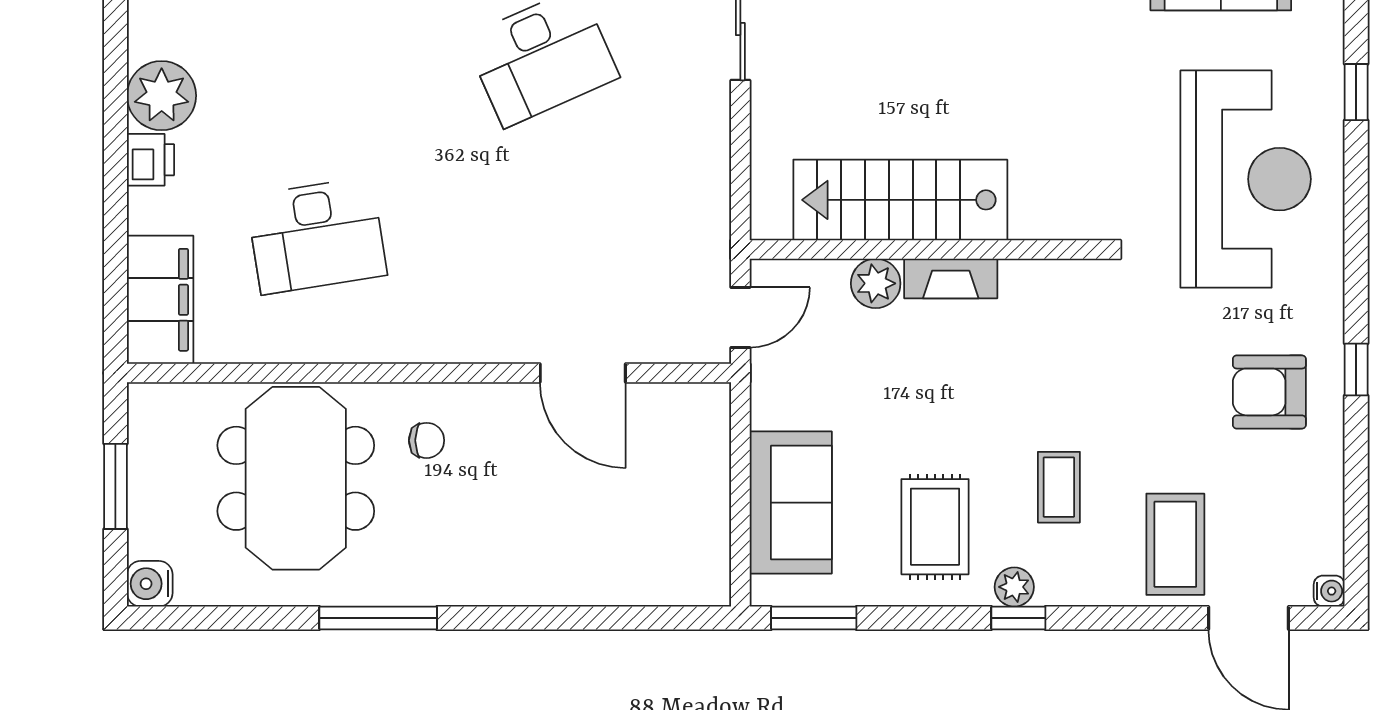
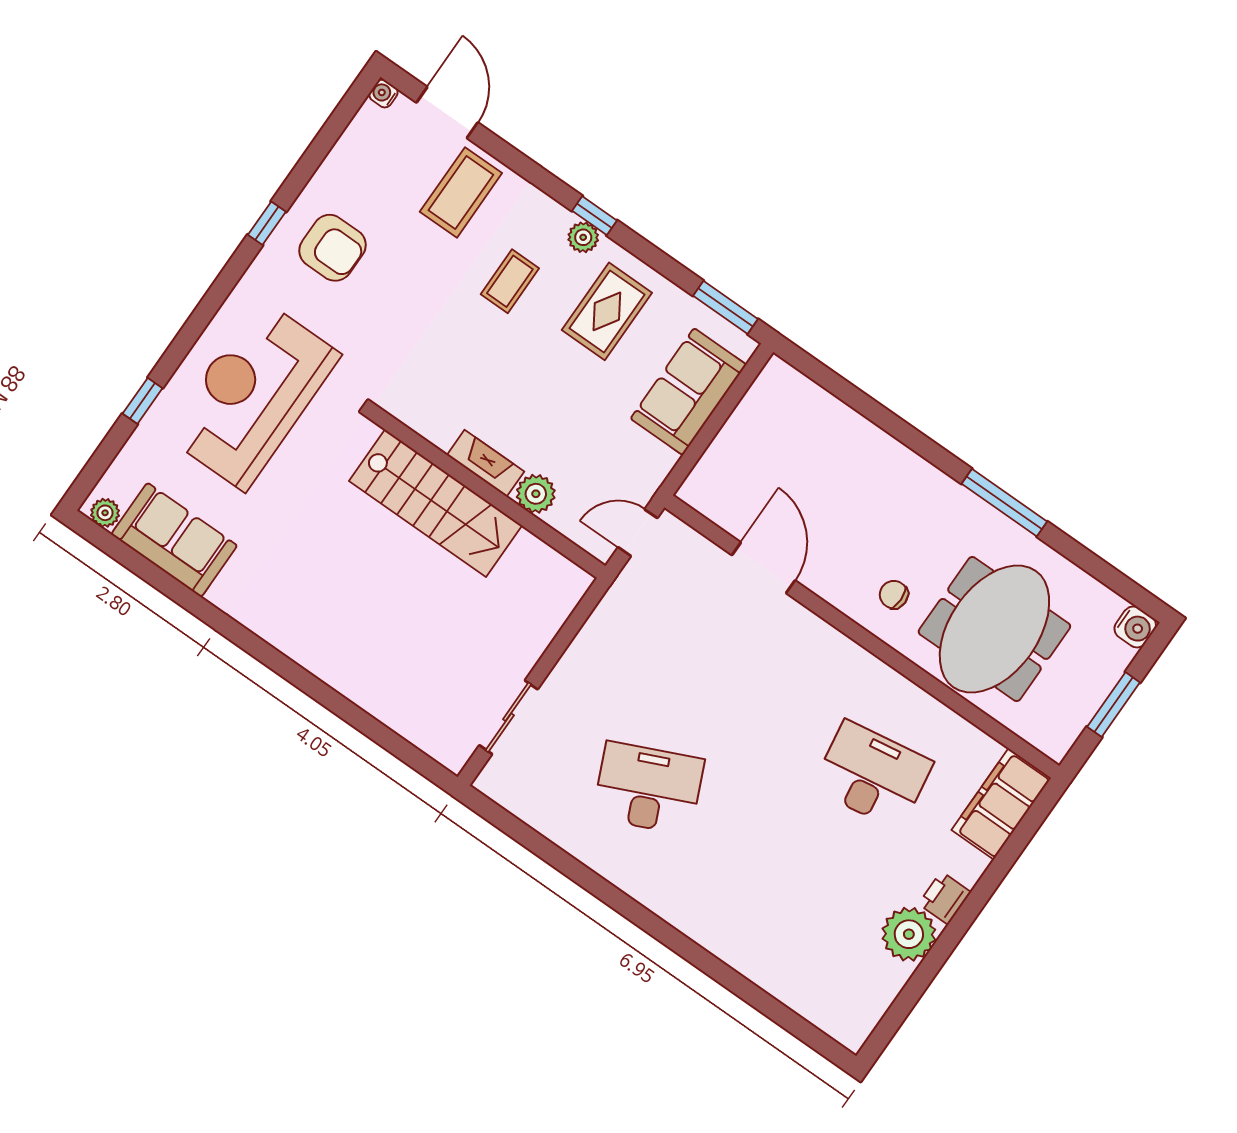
stairs: (900, 200) -> (435, 503), moved

